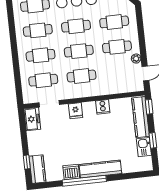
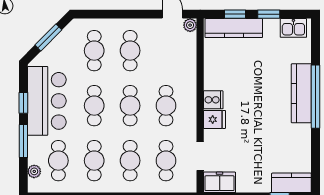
plant: (136, 59) -> (190, 25), moved
cooker: (103, 107) -> (213, 100), moved
window: (149, 107) -> (235, 14), moved
kitchen sink: (144, 147) -> (293, 28), moved
dishwasher: (71, 172) -> (301, 135), removed
window: (84, 181) -> (315, 97), moved

